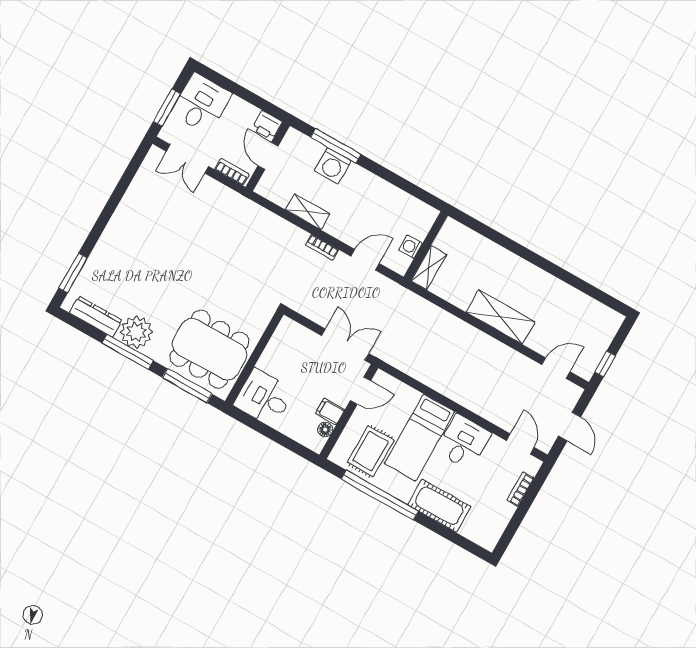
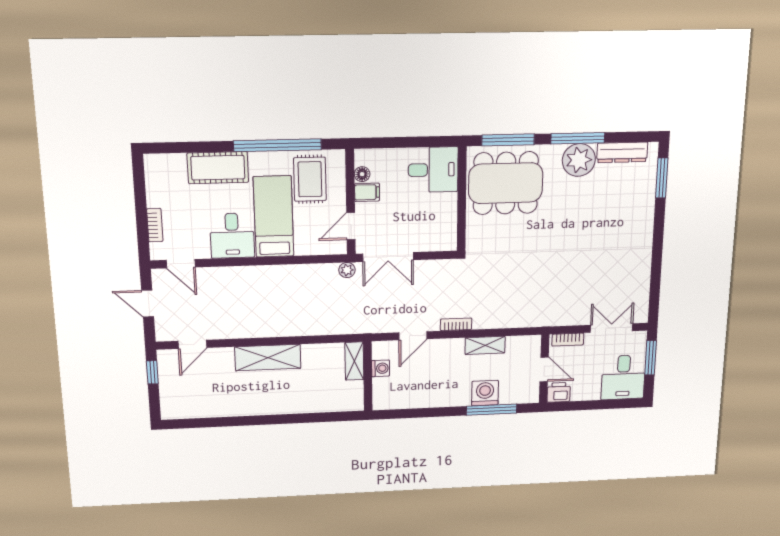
plant: (387, 354) -> (347, 270), added

